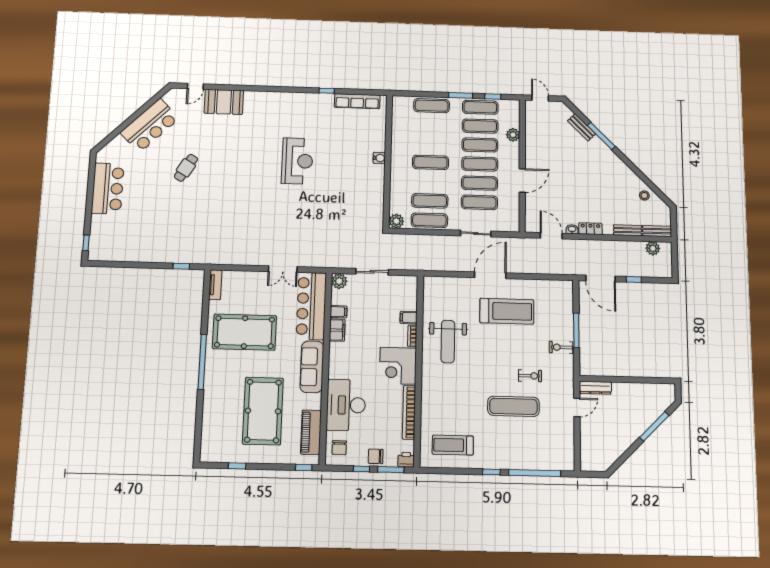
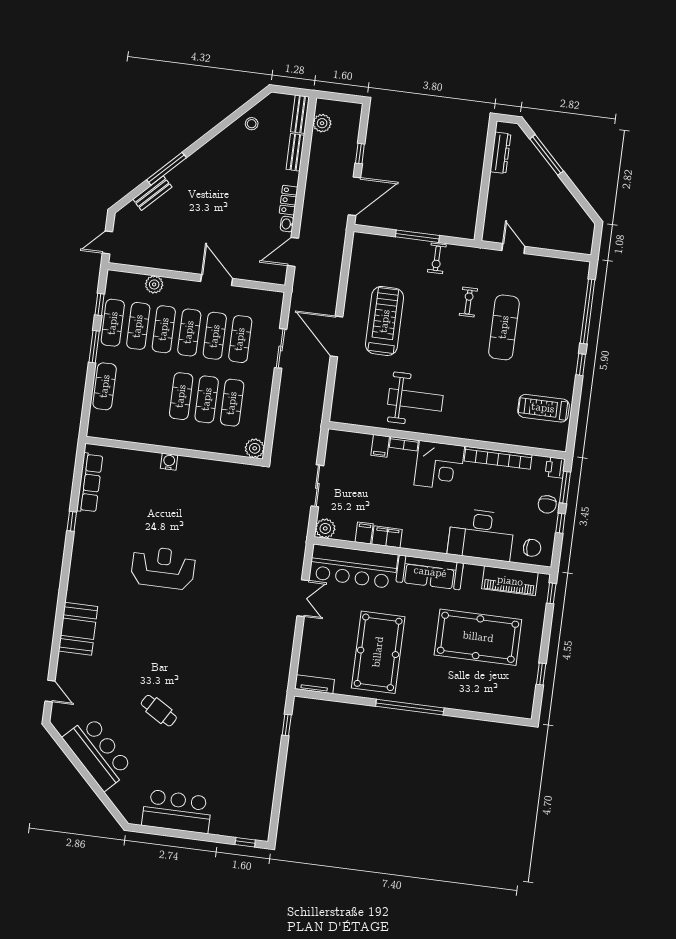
booth: (224, 102) -> (78, 629), moved
exercise mat: (429, 220) -> (207, 399), moved
dresser: (595, 388) -> (500, 153), moved
treadmill: (453, 445) -> (543, 408), turned 90

